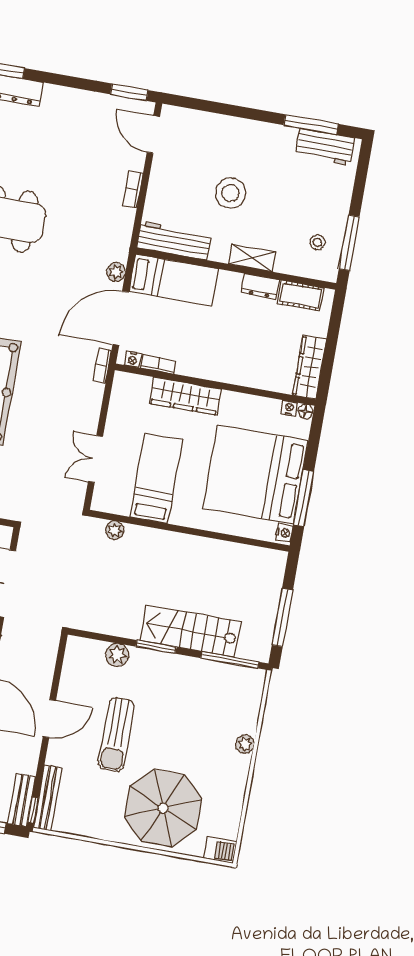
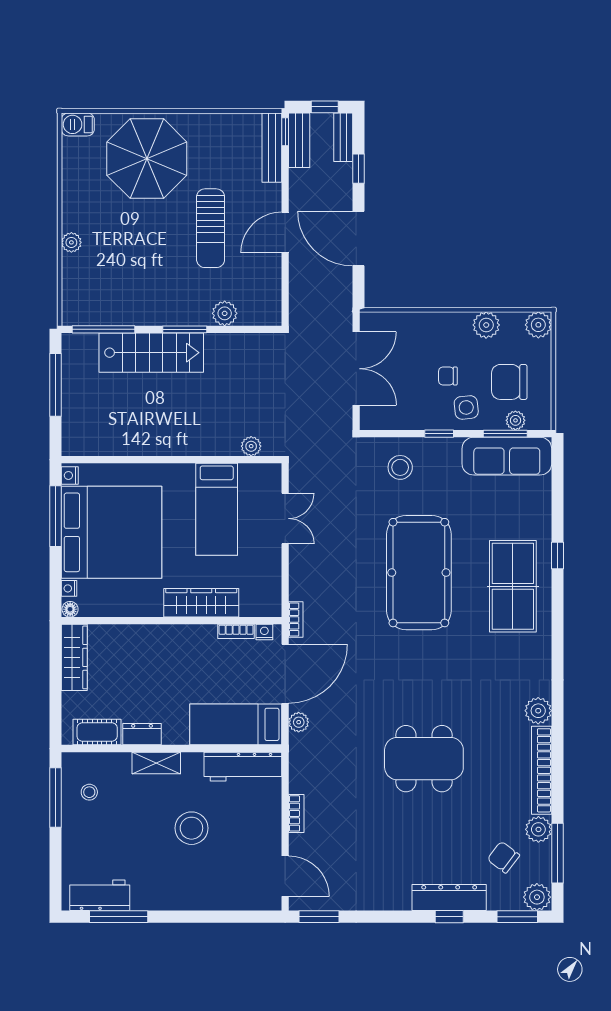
nightstand: (289, 408) -> (69, 588), moved, turned 90
sun lounger: (116, 735) -> (211, 228), turned 180

